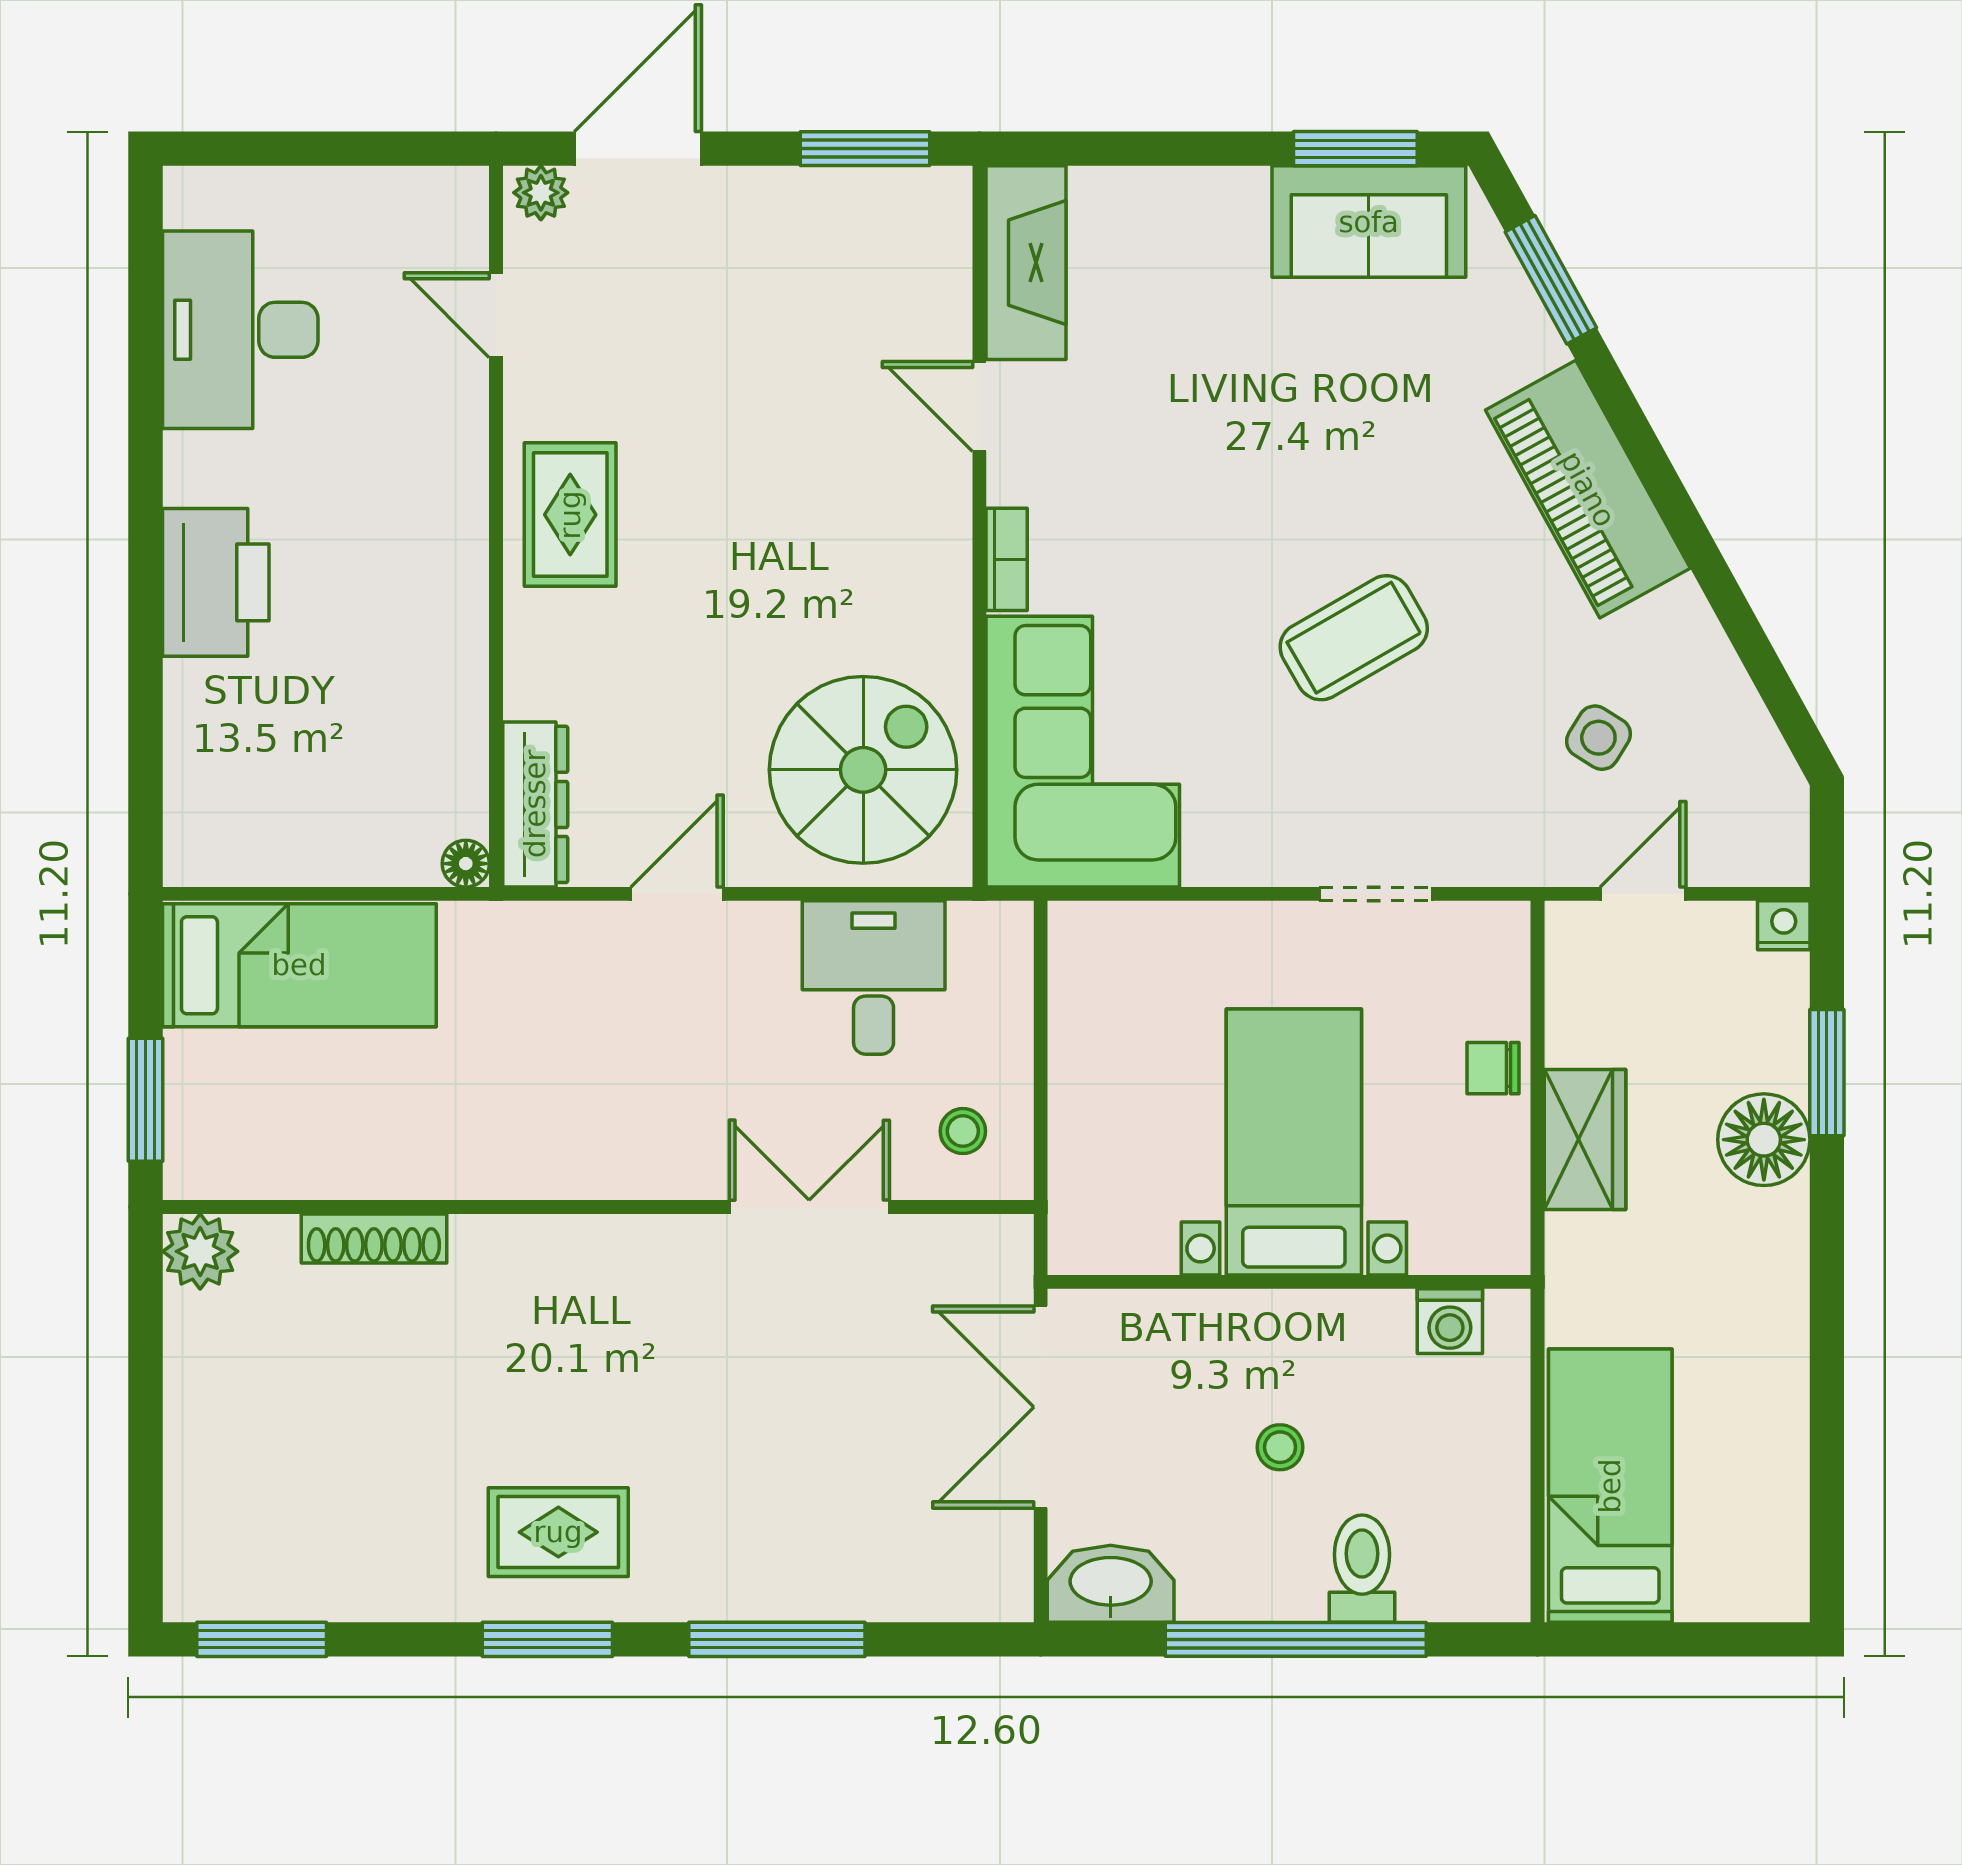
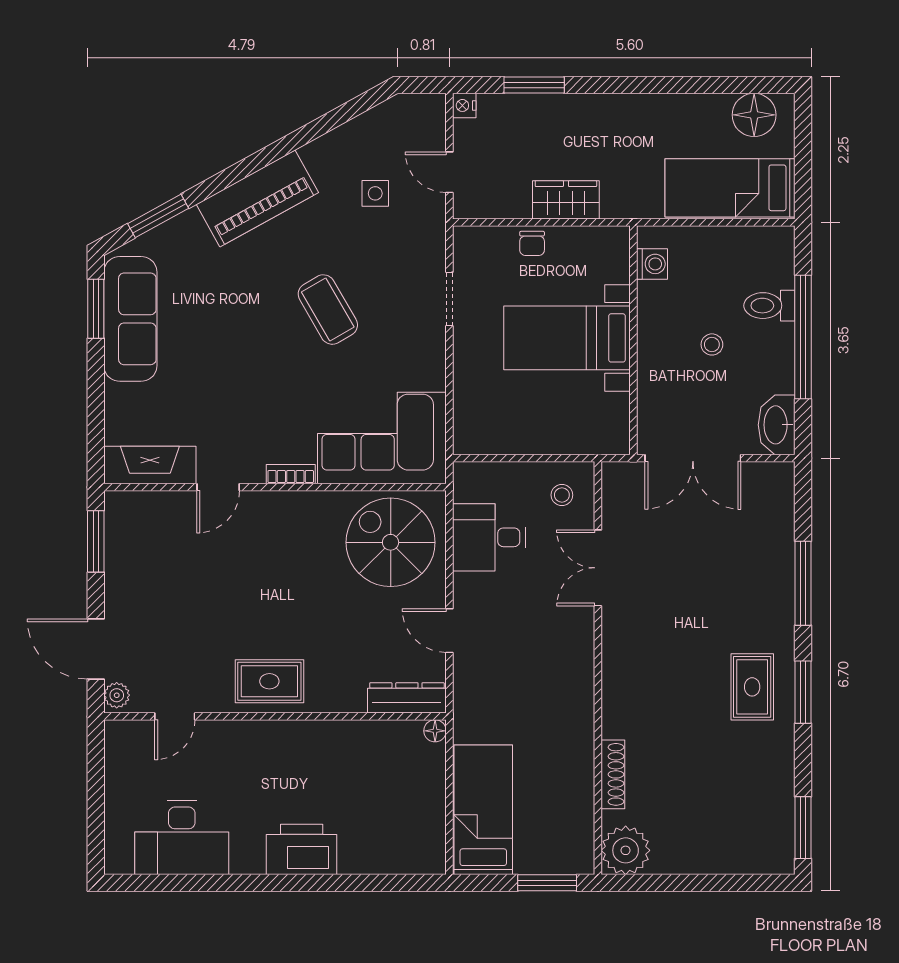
sofa: (1369, 222) -> (130, 319), width x1.36
side table: (1598, 738) -> (375, 193), turned -32
floor lamp: (1764, 1140) -> (754, 115), moved
plant: (200, 1251) -> (626, 850), width x1.36, depth x1.36

